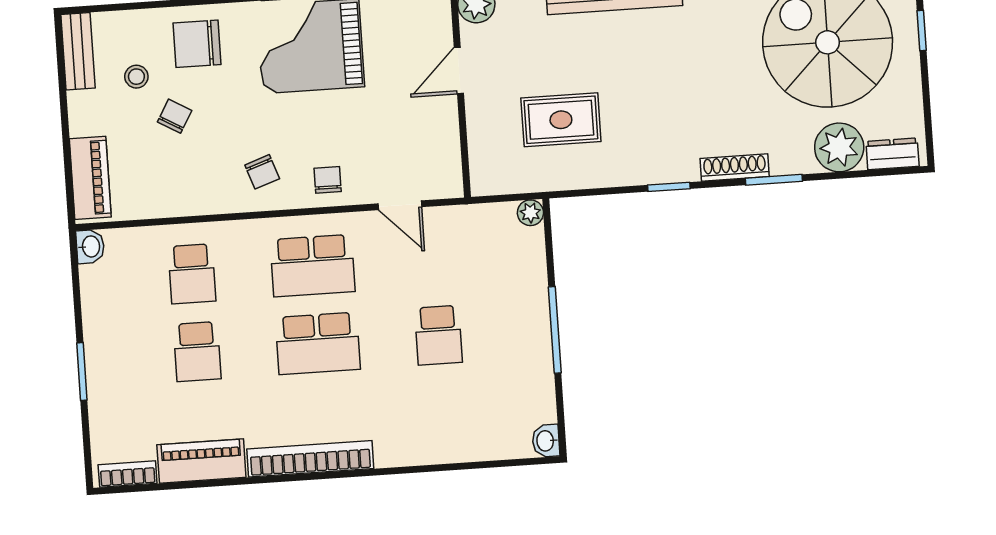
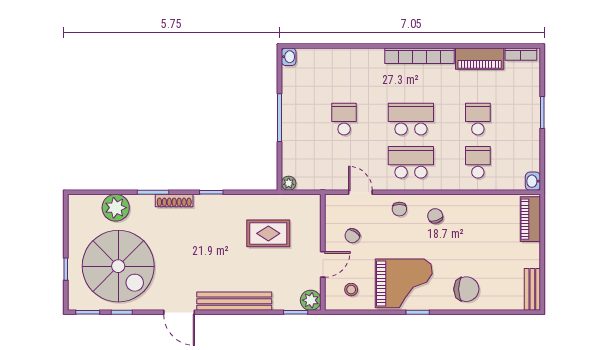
stool: (136, 77) -> (351, 290), moved
chair: (175, 116) -> (352, 236), moved
dresser: (893, 154) -> (86, 202), removed

